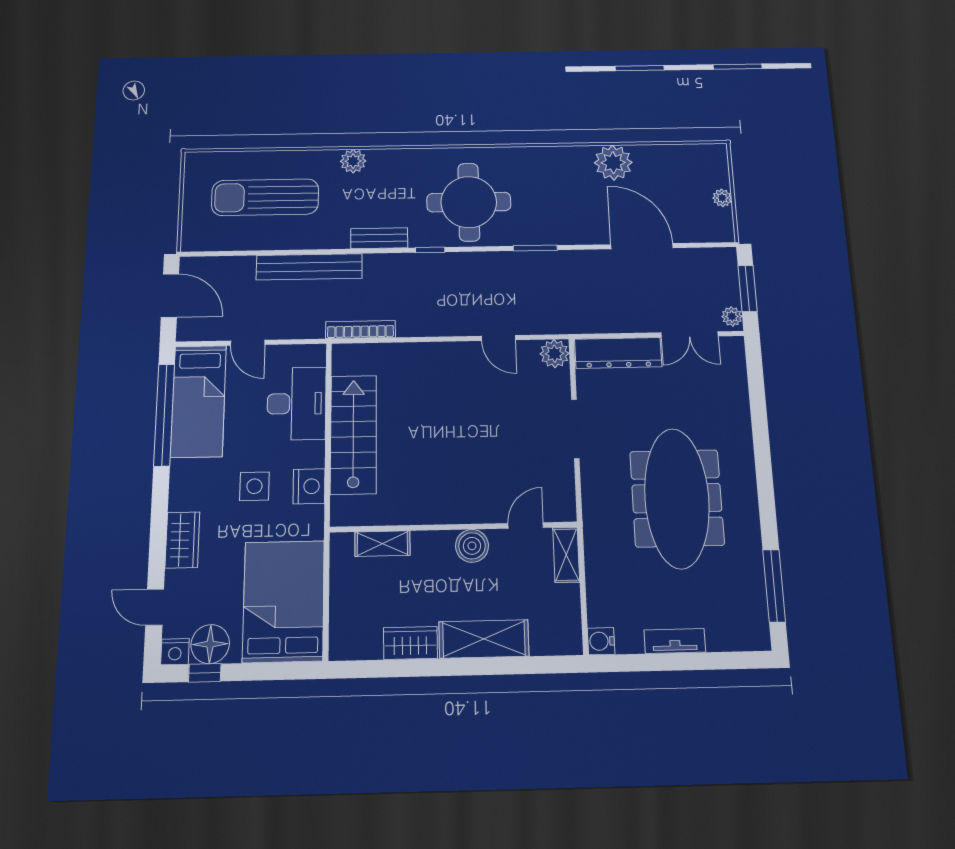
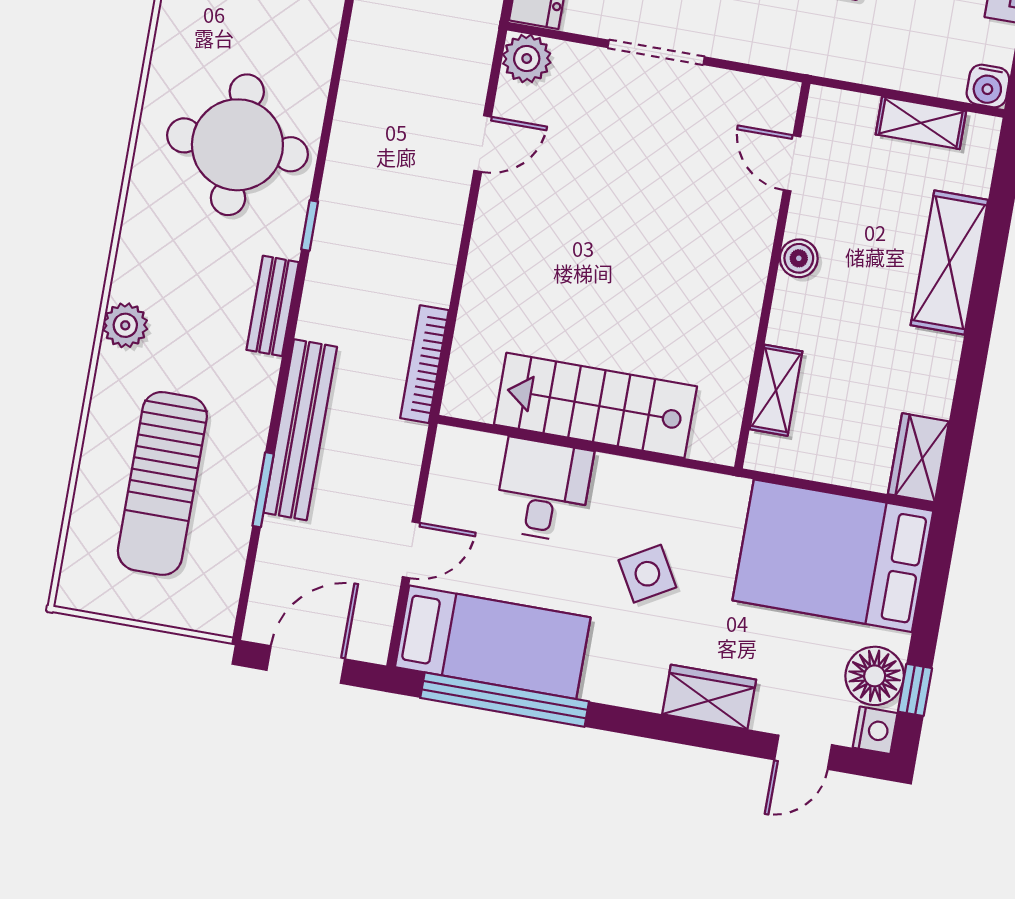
window: (535, 248) -> (263, 490), moved
desk: (297, 404) -> (544, 490), width x0.73
side table: (254, 486) -> (647, 574), turned -30
nightstand: (309, 486) -> (664, 489), removed
boiler: (472, 546) -> (799, 258), width x0.73, depth x0.73
shelving: (566, 555) -> (921, 123), moved
wardrobe: (410, 643) -> (919, 458), moved

